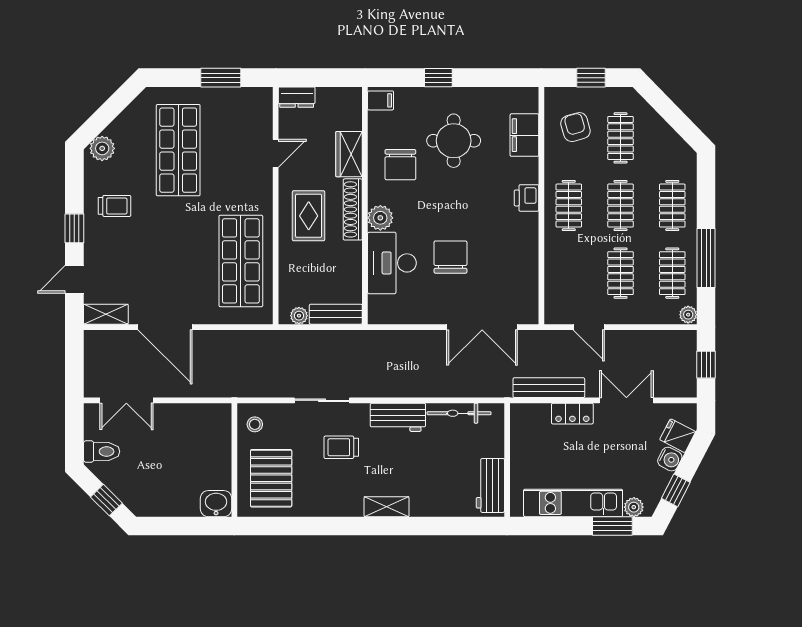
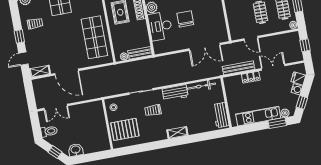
pallet: (271, 478) -> (125, 129), turned 90
washbasin: (216, 504) -> (76, 150), moved

